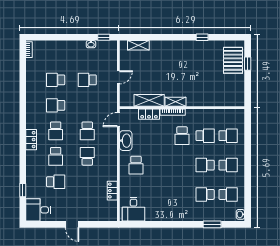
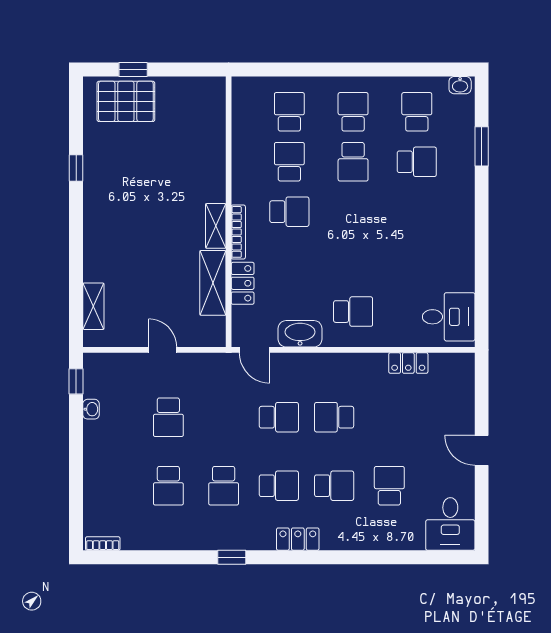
window: (23, 190) -> (232, 557), moved
school desk: (205, 194) -> (417, 162), turned -90
door: (72, 224) -> (482, 450), swing flipped

